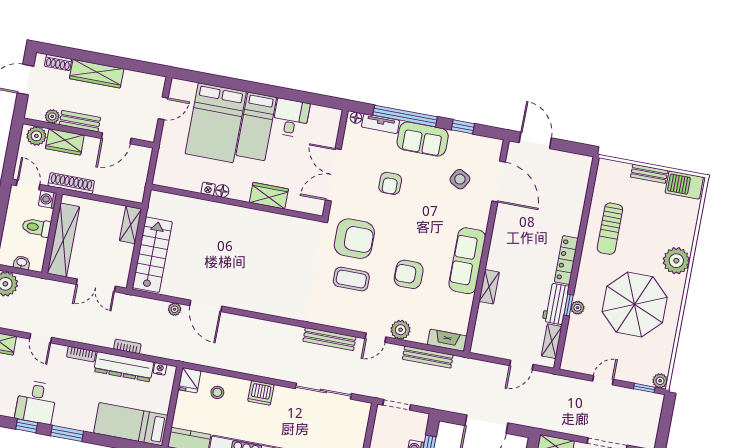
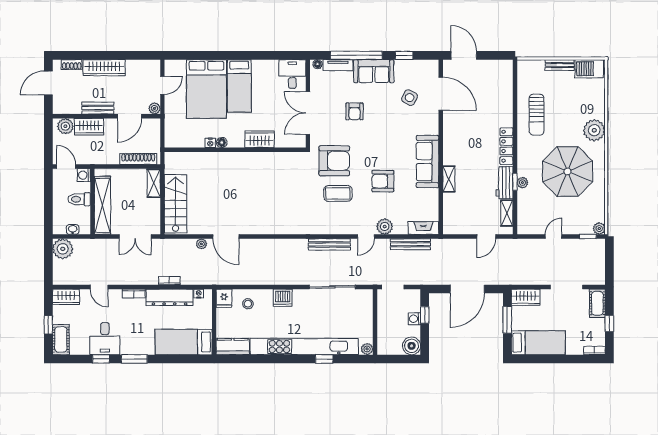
plant: (52, 116) -> (155, 108), moved
desk: (291, 118) -> (292, 74), moved
shoe rack: (71, 183) -> (138, 159), moved

